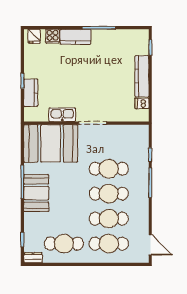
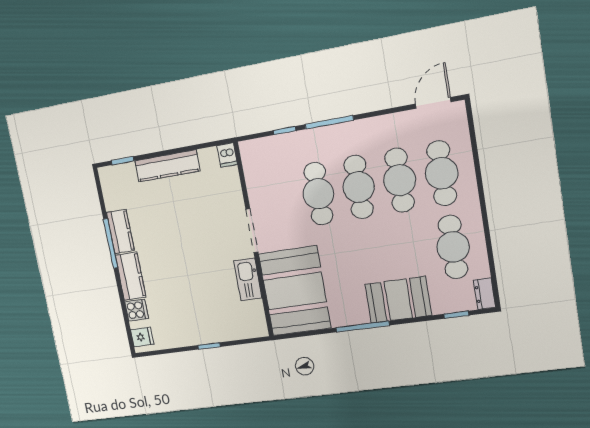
kitchen counter: (31, 93) -> (120, 232), moved, turned 90
dishwasher: (142, 103) -> (227, 155), moved
booth: (36, 193) -> (398, 300), moved

